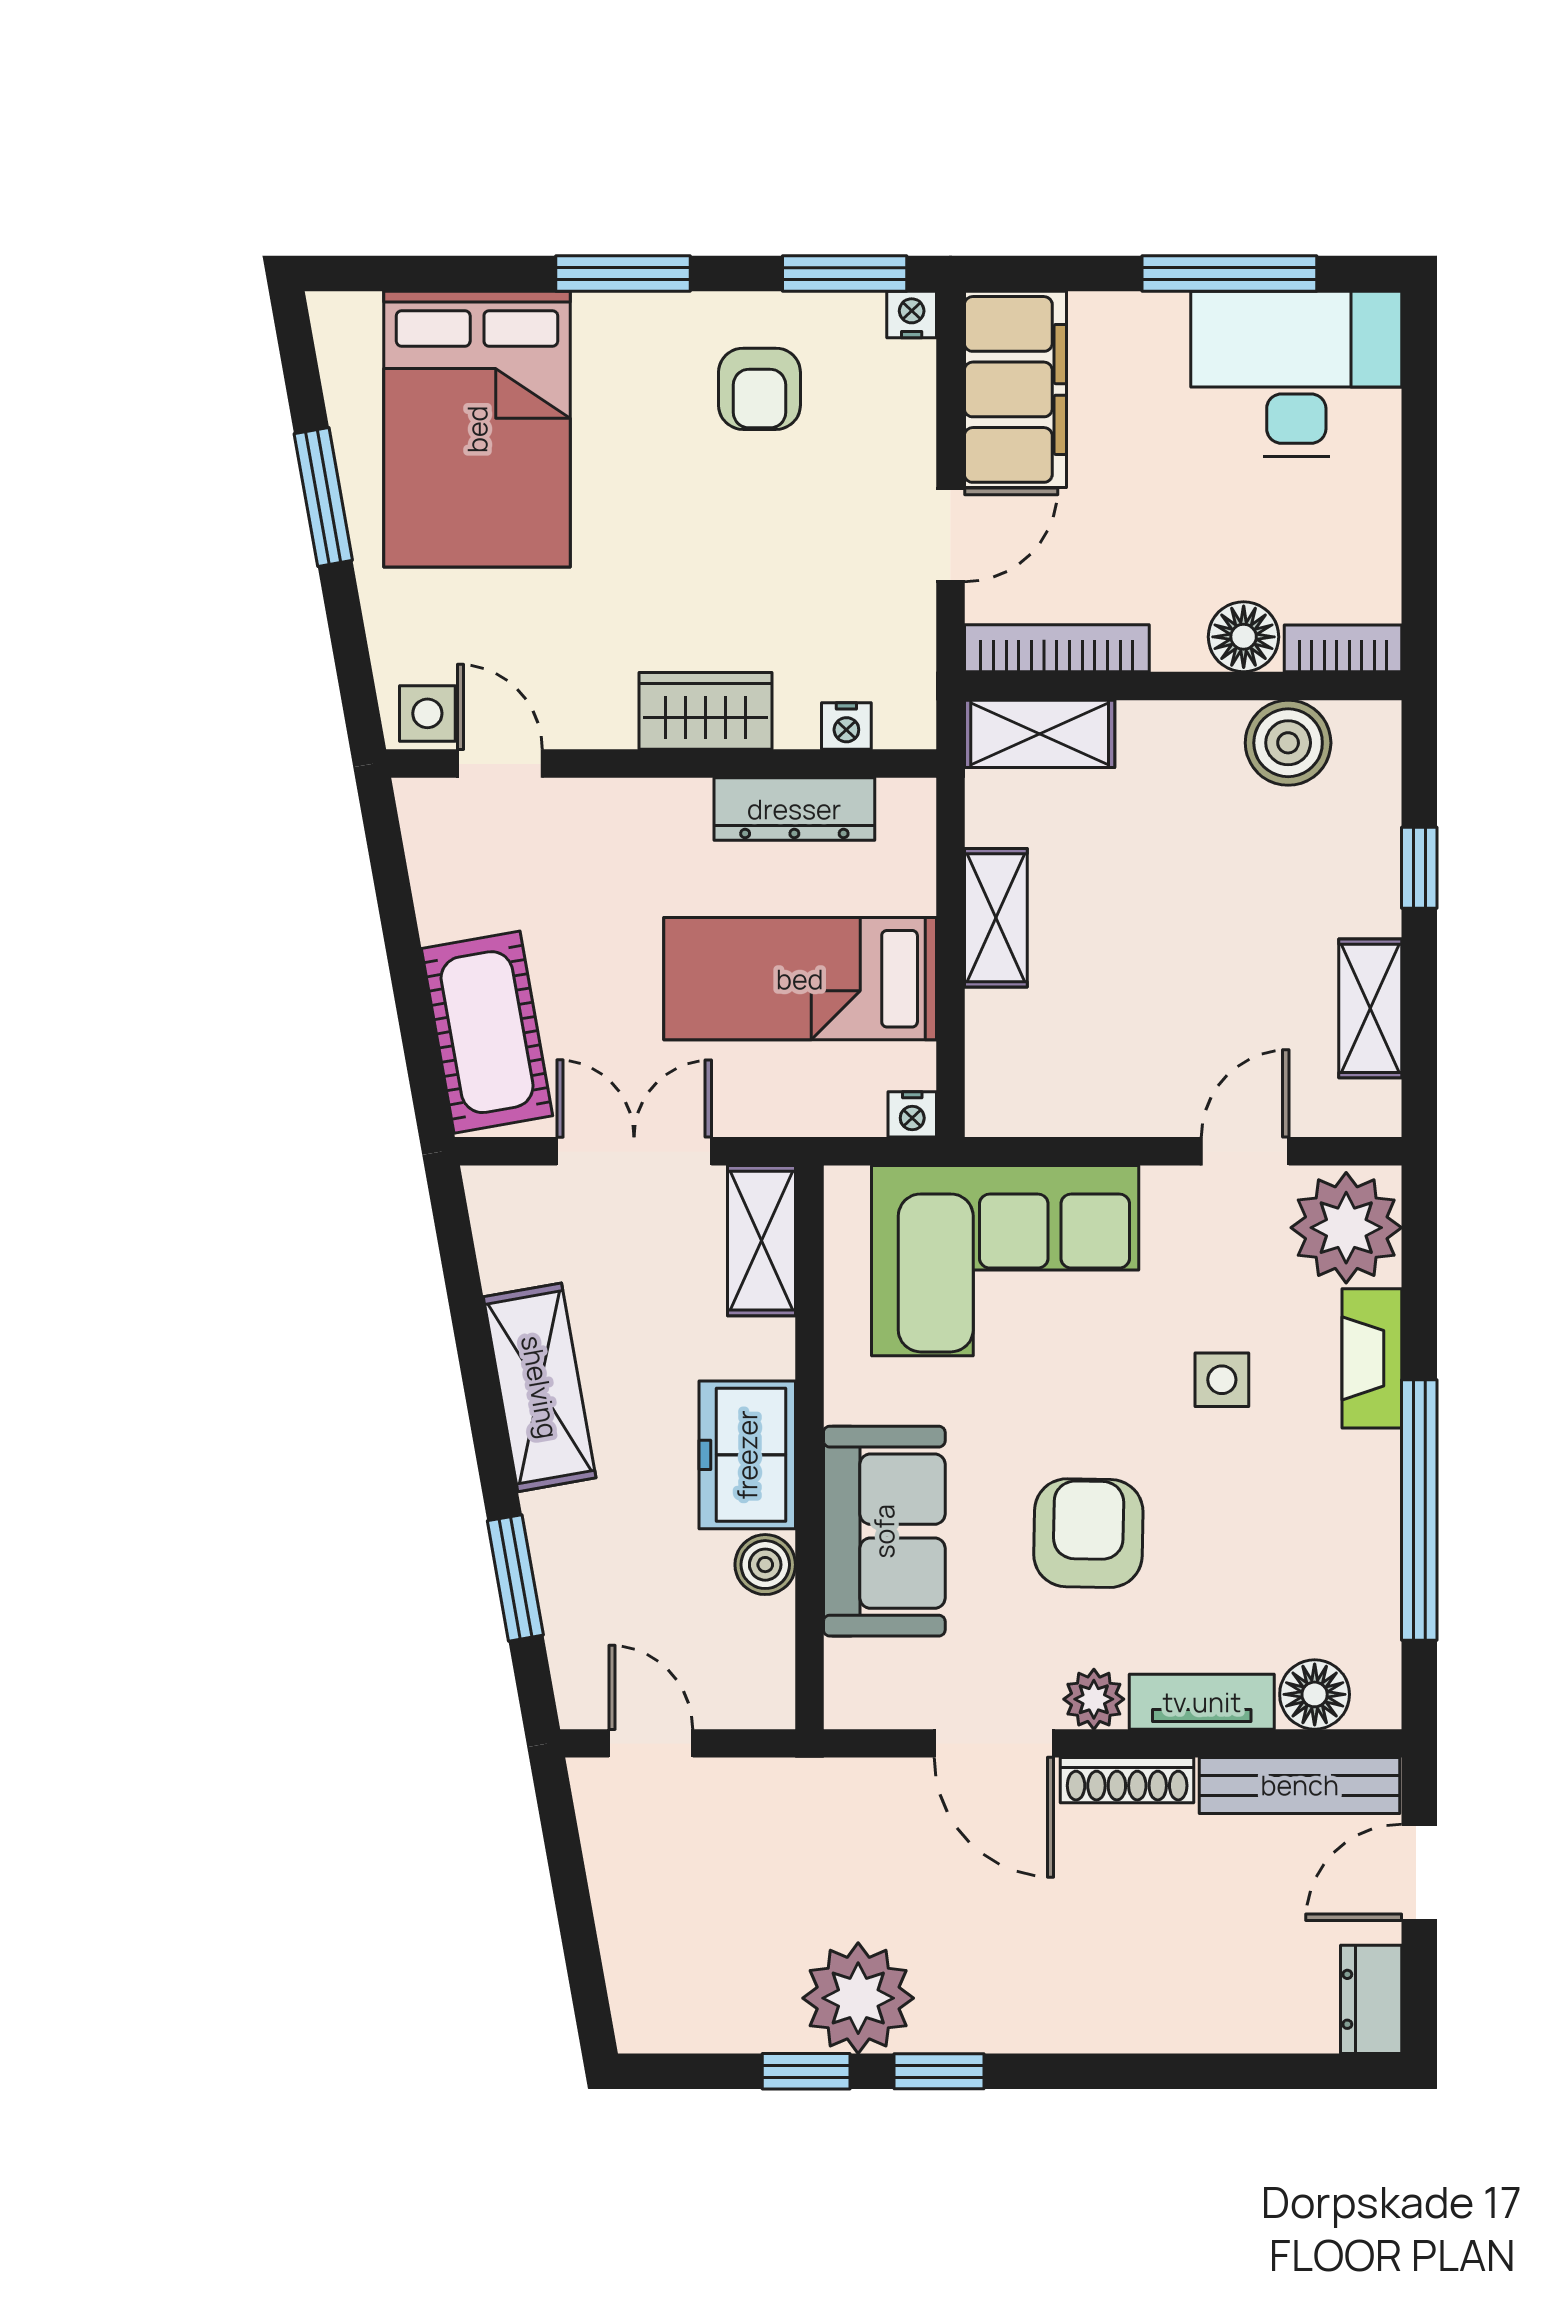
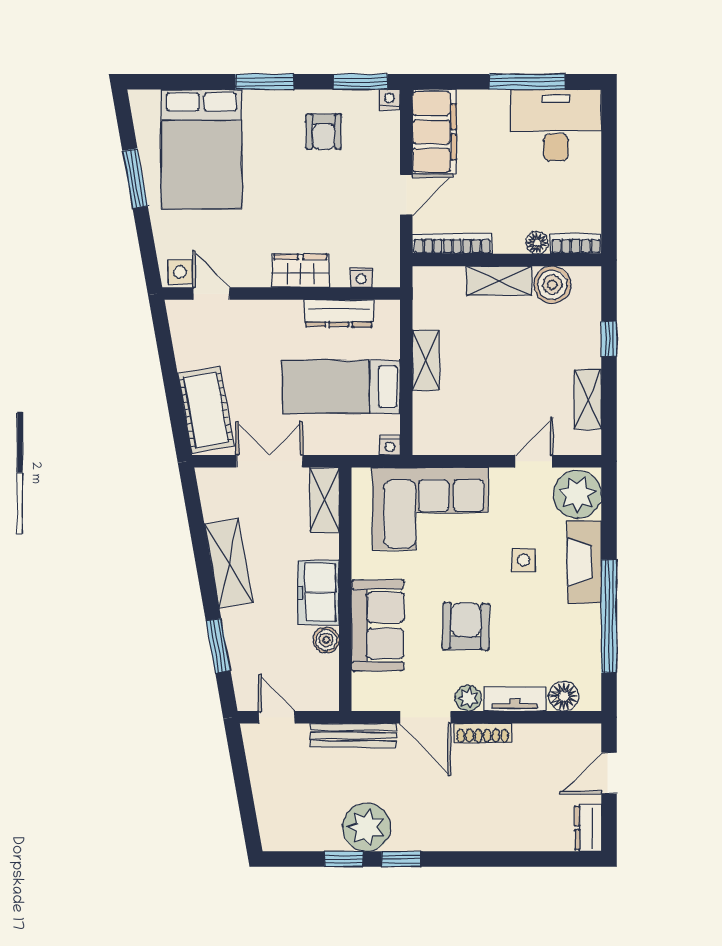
floor lamp: (1244, 637) -> (537, 243), width x0.73, depth x0.73
shelving: (1040, 734) -> (499, 281), moved
fireplace: (1372, 1358) -> (584, 562), width x1.37, depth x1.32
bench: (1300, 1785) -> (353, 735), moved

